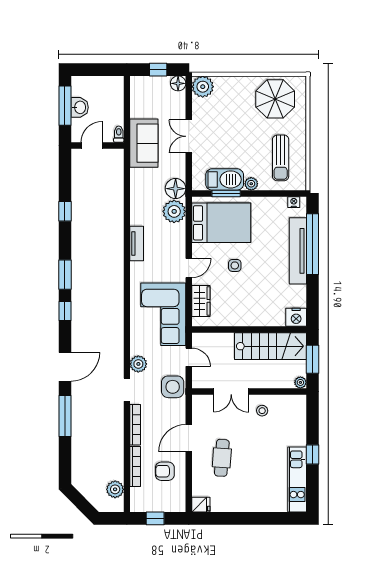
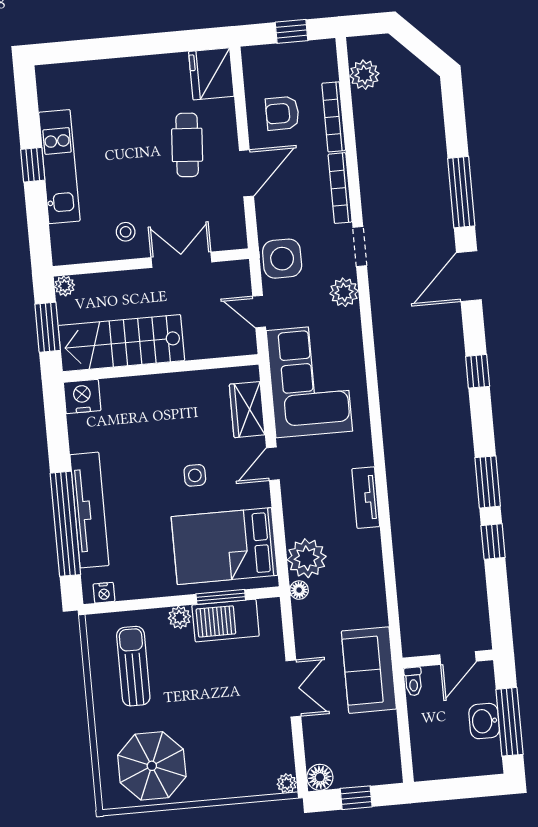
plant: (203, 87) -> (287, 783), width x0.53, depth x0.53
floor lamp: (176, 189) -> (299, 590), width x0.53, depth x0.53
window: (65, 275) -> (488, 482), moved
armchair: (165, 471) -> (282, 113), turned 180
kitchen unit: (297, 480) -> (59, 167), moved
fridge: (201, 505) -> (211, 74), width x1.88, depth x1.34

